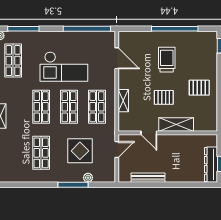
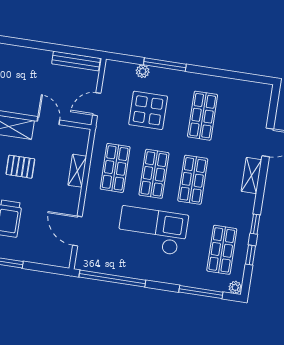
bench: (148, 178) -> (76, 61), moved

